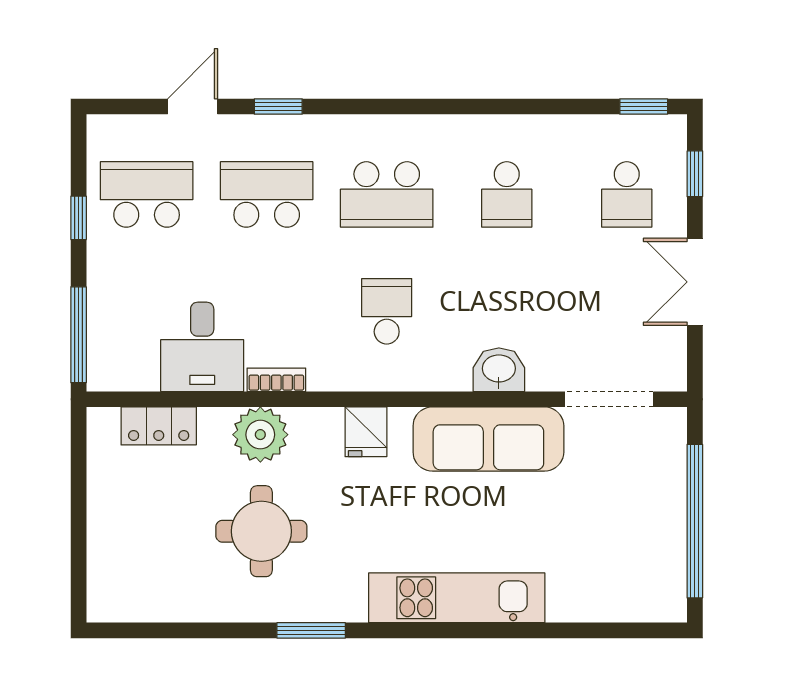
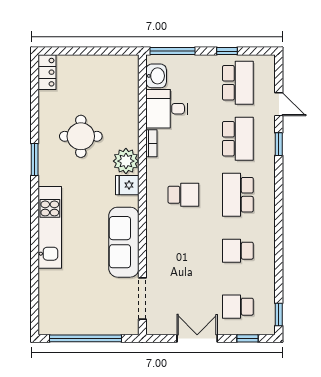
washbasin: (499, 370) -> (156, 76), moved
locker: (159, 426) -> (47, 72), moved, turned 180
plant: (260, 435) -> (126, 161), moved

